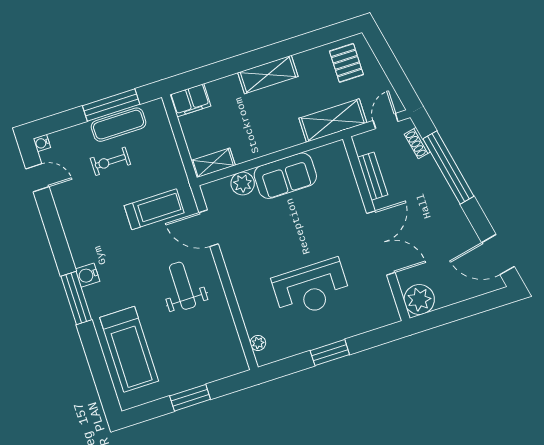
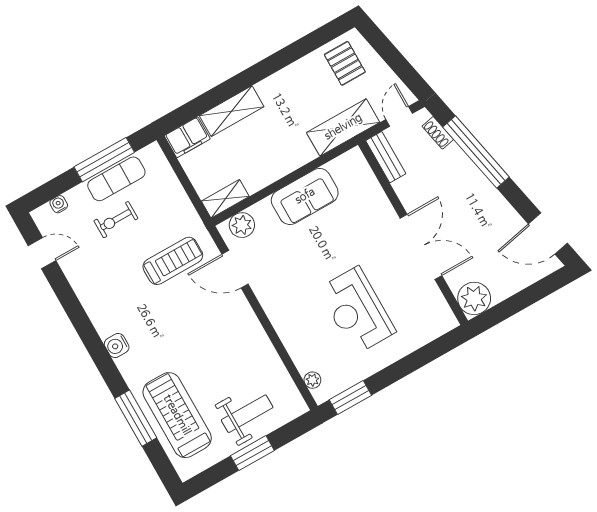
shelving: (268, 74) -> (232, 111), moved
water cooler: (42, 143) -> (59, 204), moved, turned 90
bench: (373, 176) -> (386, 157), moved
plant: (243, 183) -> (242, 225), moved
weight bench: (182, 286) -> (247, 414), moved, turned 90
reception desk: (311, 288) -> (357, 310), turned 90
window: (76, 298) -> (136, 418), moved
treadmill: (129, 349) -> (177, 415), turned 180
window: (330, 353) -> (350, 397), moved

